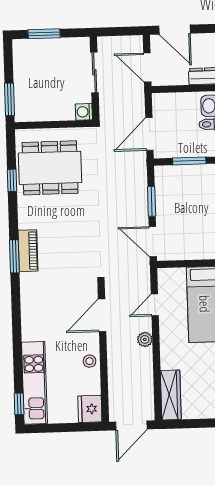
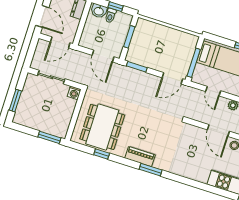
door: (175, 30) -> (42, 16), hinge flipped
window: (152, 201) -> (137, 67), moved
piano: (28, 251) -> (140, 157), moved
window: (185, 264) -> (194, 63), added
door: (102, 315) -> (218, 130), moved

